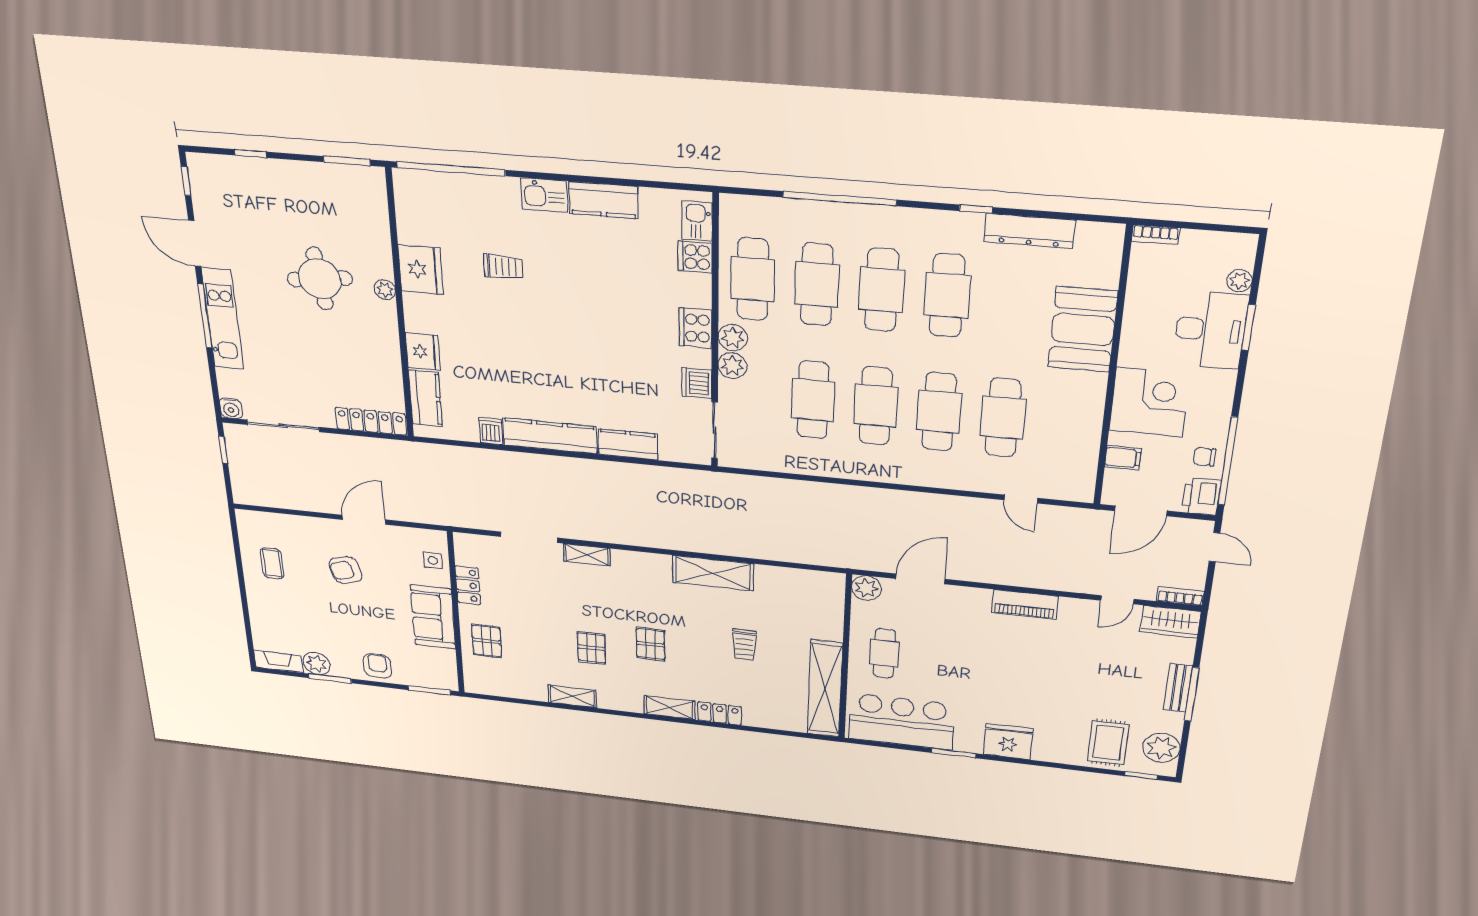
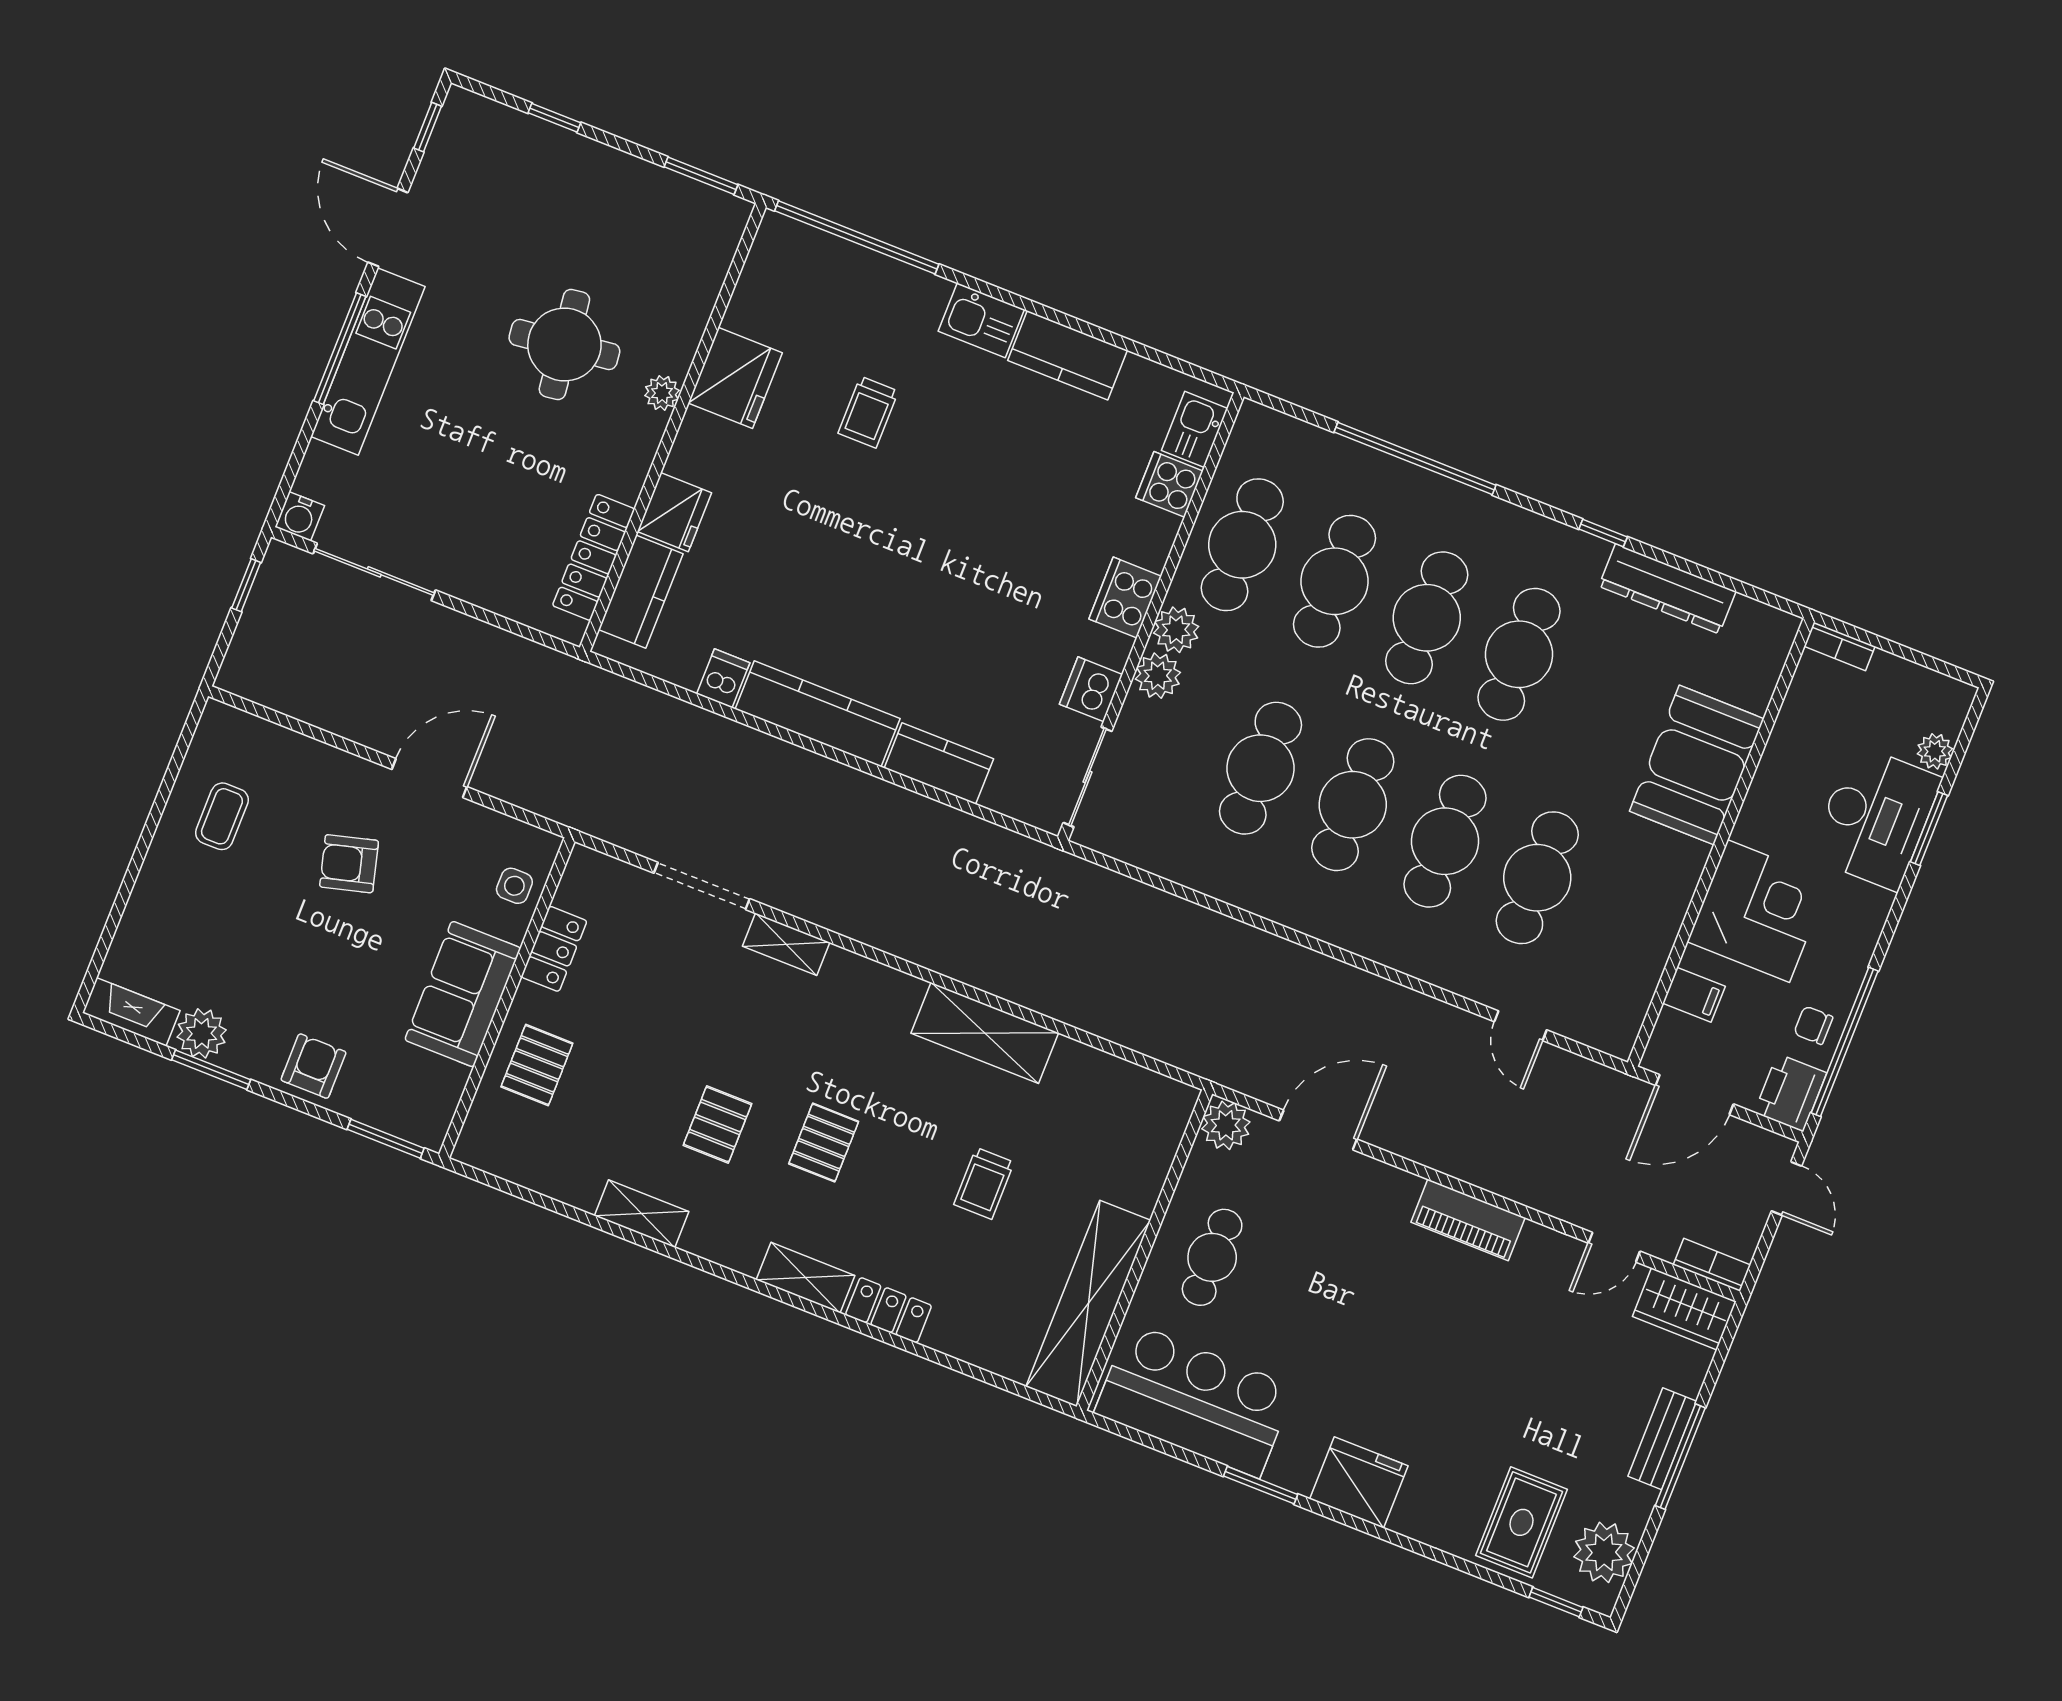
trolley: (503, 267) -> (868, 412), turned 90
locker: (371, 421) -> (594, 557), moved, turned -90

